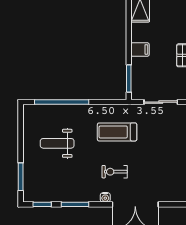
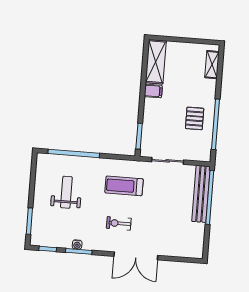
filing cabinet: (140, 49) -> (153, 91), moved
weight bench: (57, 143) -> (66, 192), turned 90
water cooler: (105, 197) -> (77, 245), moved

